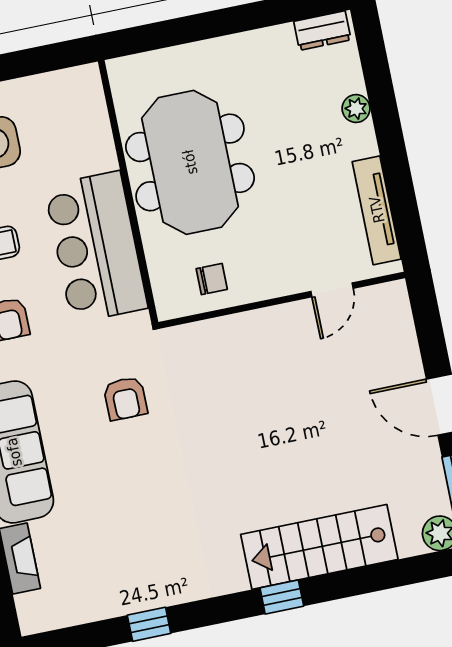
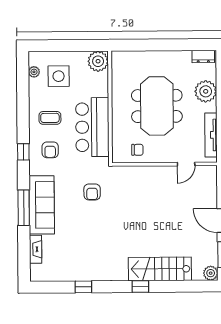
plant: (79, 90) -> (98, 61), added
plant: (356, 109) -> (206, 91), width x1.87, depth x1.87
meeting table: (190, 162) -> (157, 106), moved

